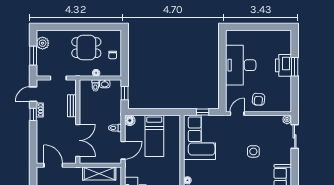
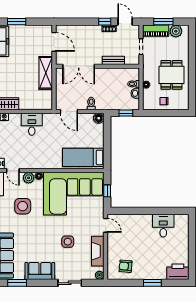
piano: (42, 63) -> (156, 31), added
desk: (241, 65) -> (163, 226), width x0.53, depth x0.77
printer: (283, 65) -> (178, 272), moved
armchair: (258, 99) -> (126, 266), moved
fireplace: (263, 121) -> (98, 251), added
bed: (154, 136) -> (83, 157), moved
sliding door: (295, 136) -> (70, 283), moved
corner sofa: (200, 137) -> (74, 194), width x1.36, depth x1.36
door: (53, 165) -> (54, 42), hinge flipped
shelving: (99, 173) -> (46, 73), moved

